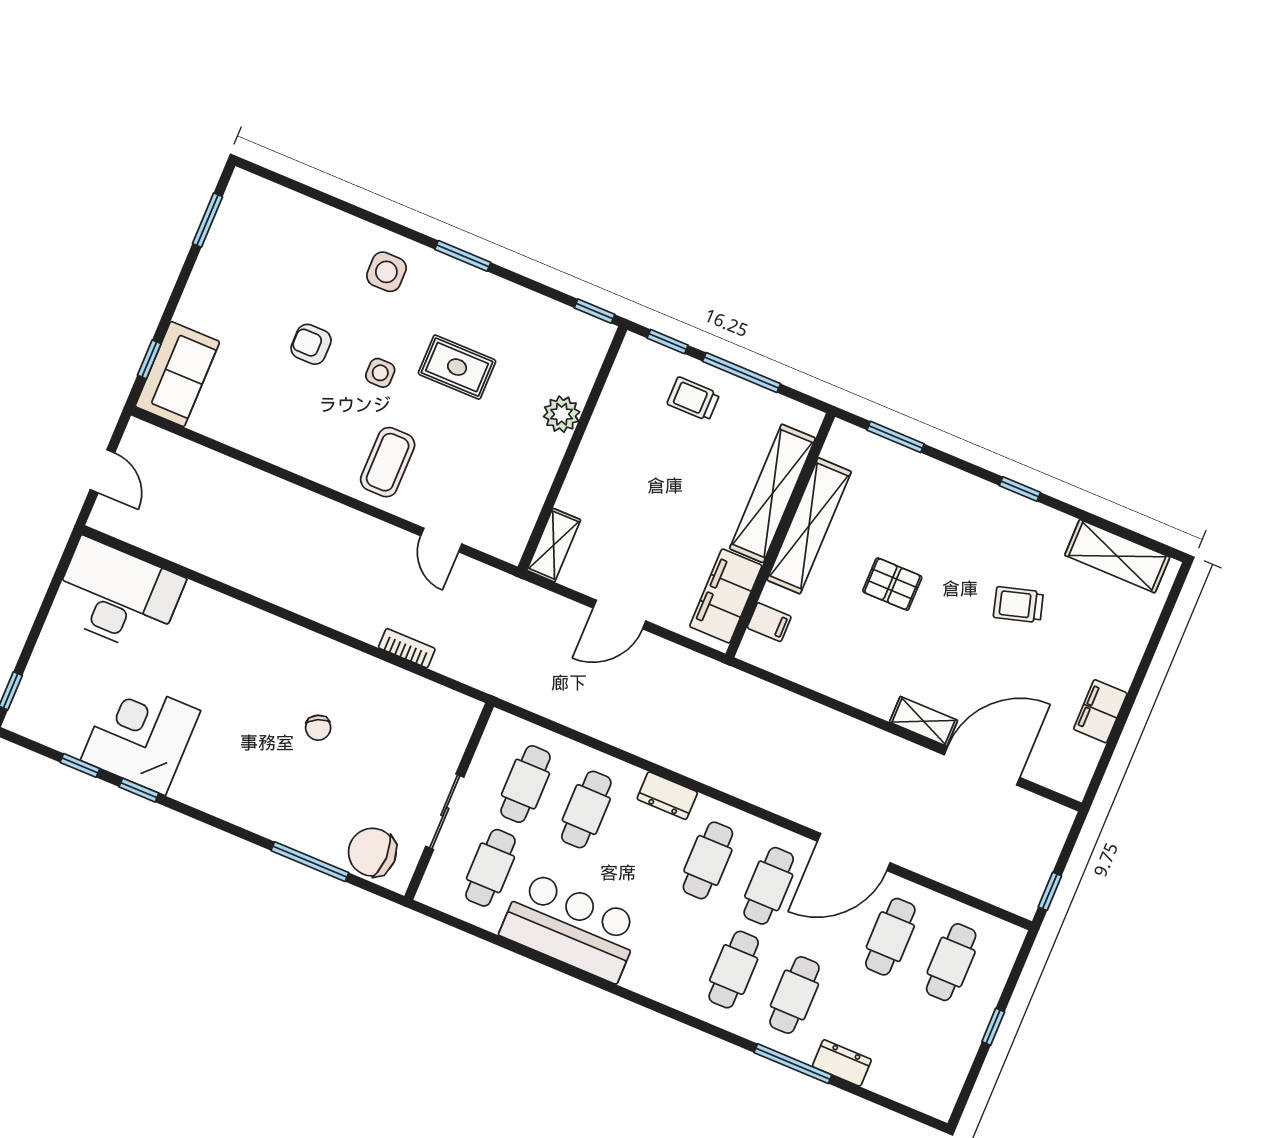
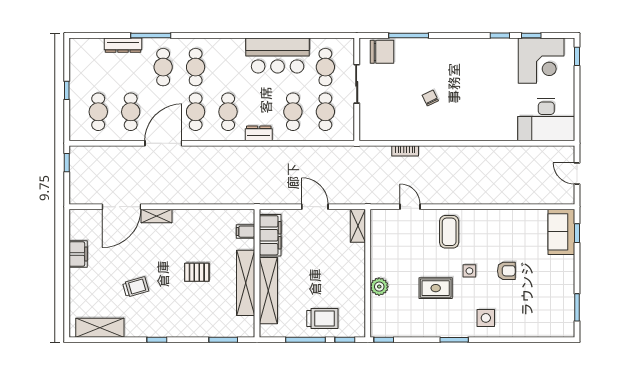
trolley: (693, 399) -> (322, 319), width x1.36, depth x1.39
door: (619, 614) -> (315, 207), hinge flipped
corner desk: (141, 736) -> (541, 61), moved
dresser: (842, 1063) -> (123, 45), width x1.44

